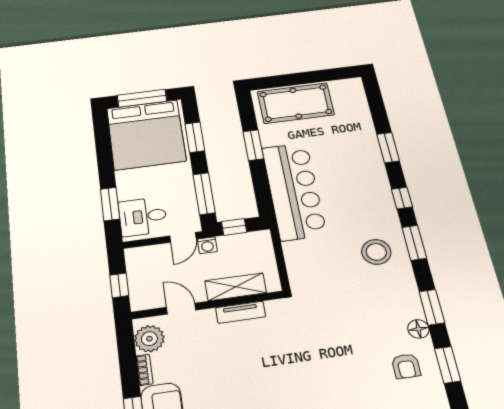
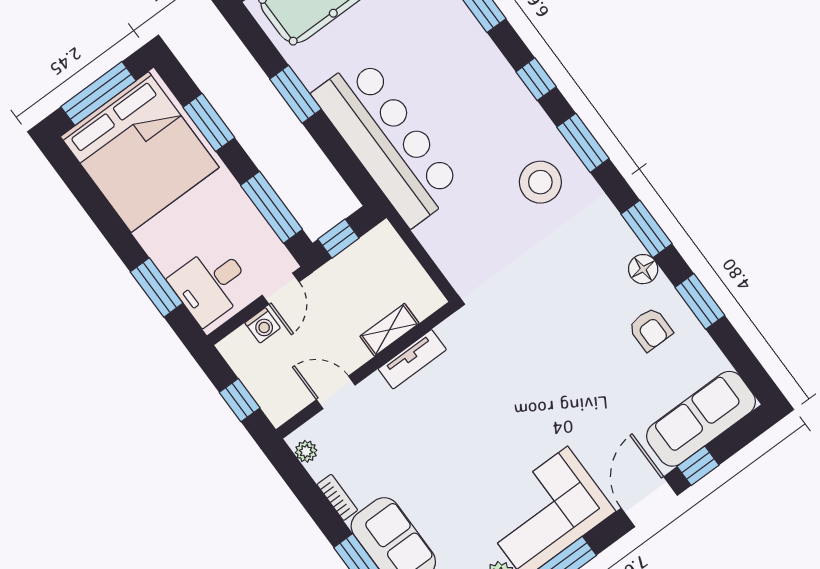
washing machine: (207, 245) -> (263, 325), moved
shelving: (236, 287) -> (390, 330), width x0.67, depth x0.75
plant: (149, 339) -> (306, 451), width x0.53, depth x0.53

